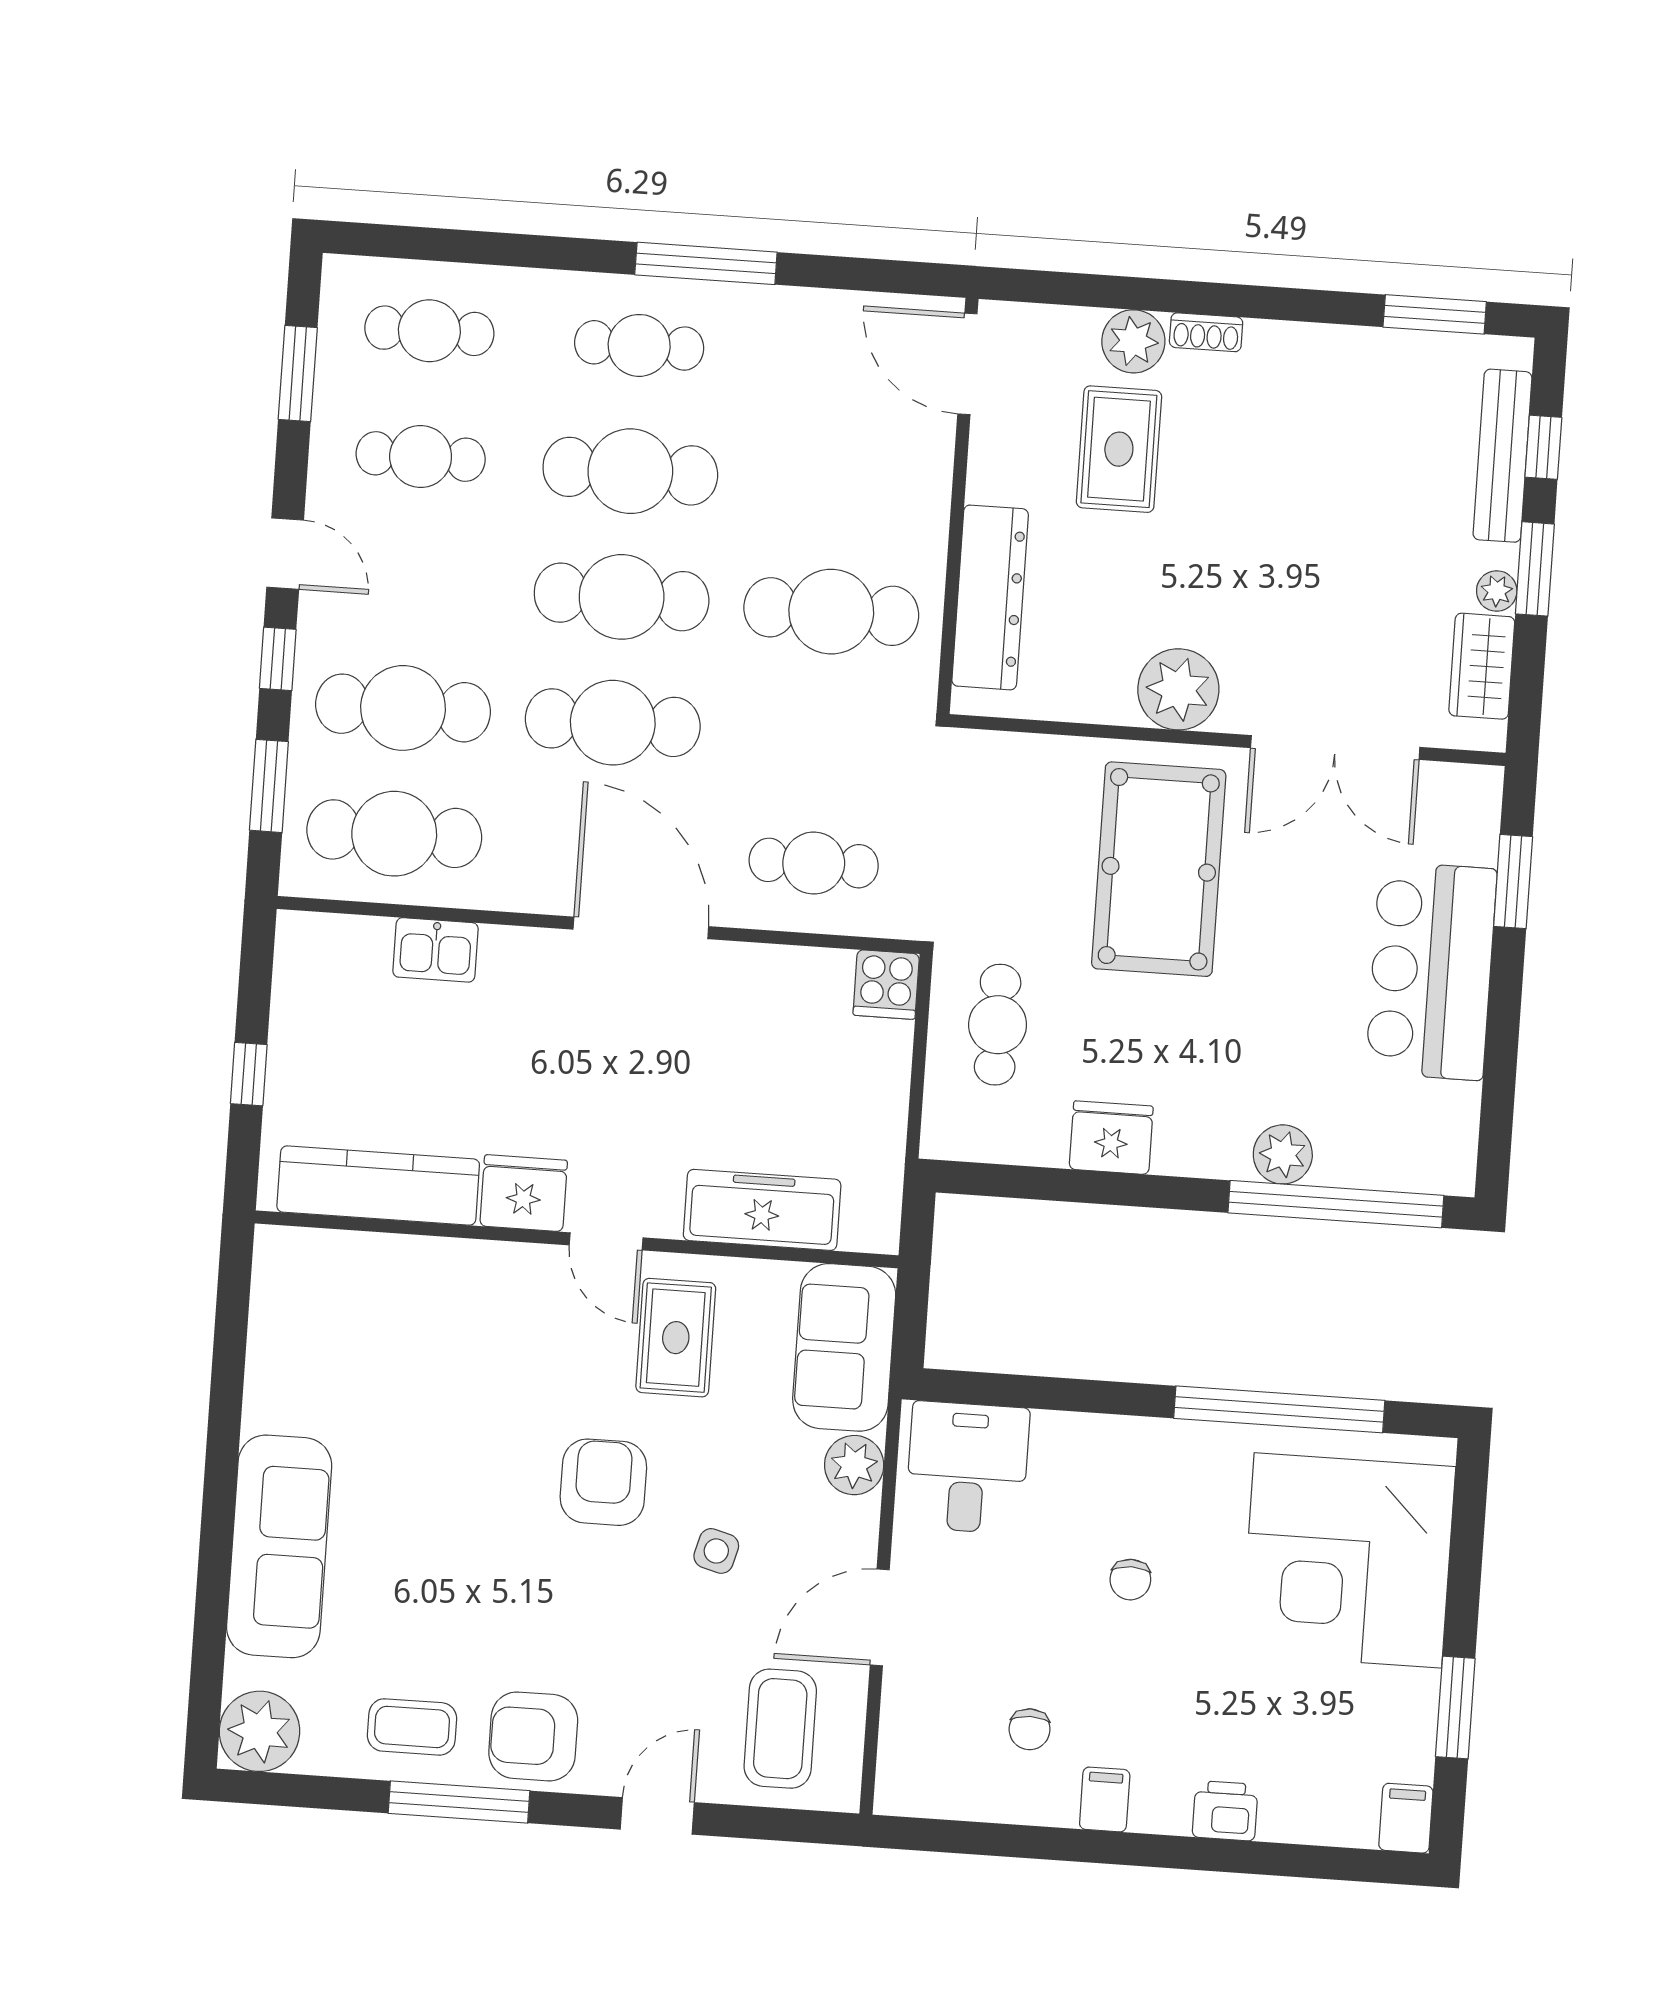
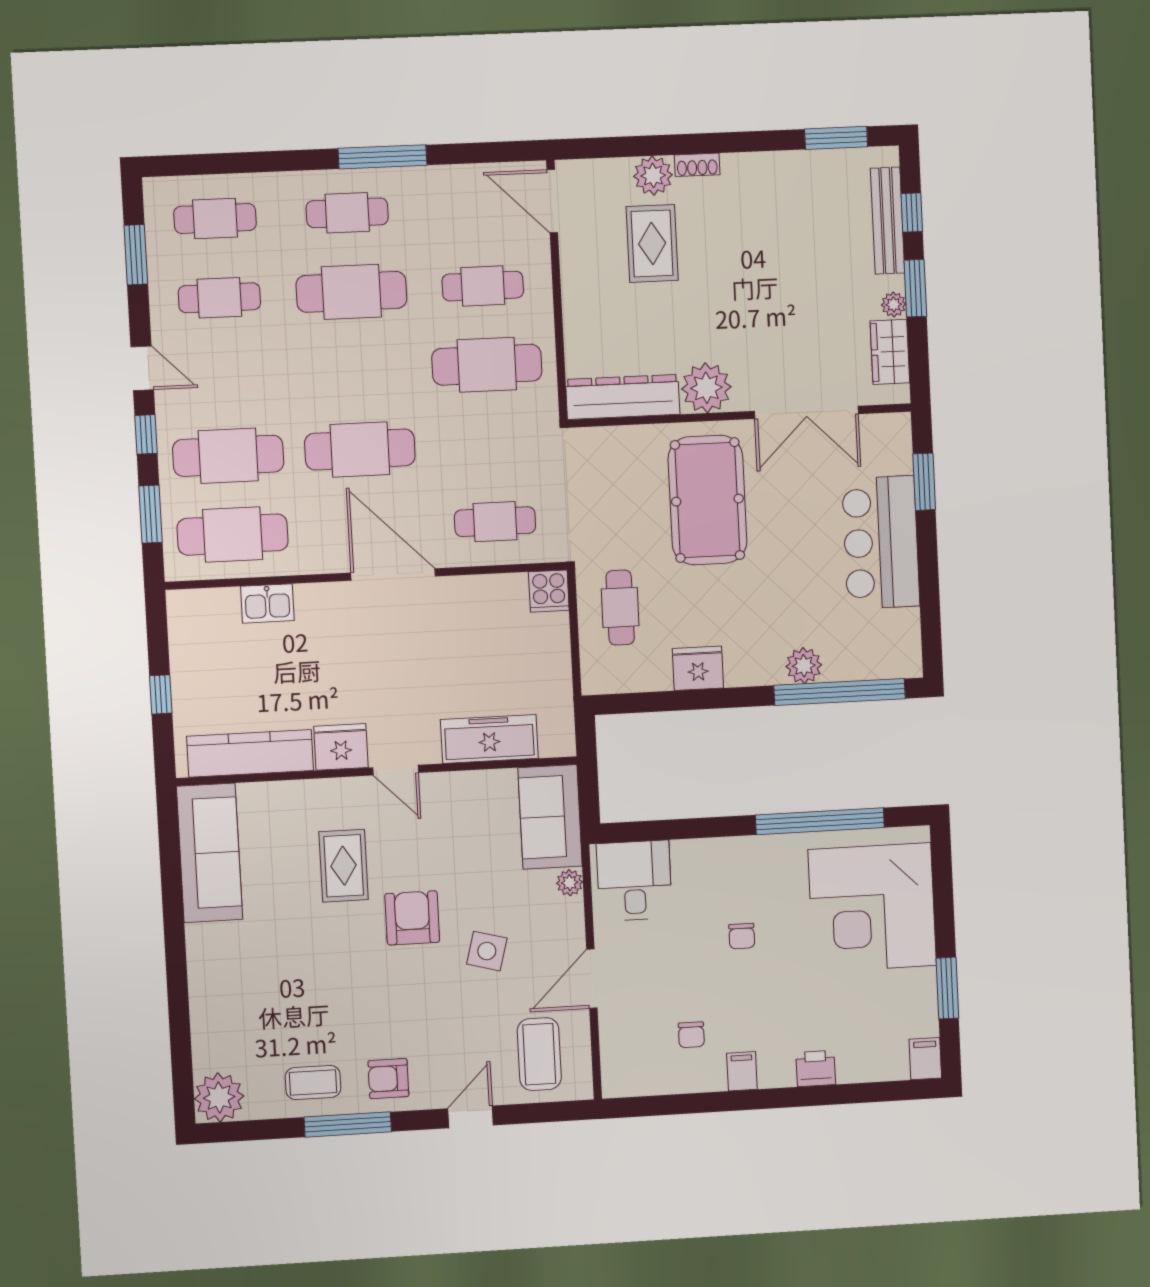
cafe table: (622, 597) -> (483, 286), moved, width x0.73, depth x0.74
dresser: (990, 597) -> (623, 397), moved, turned -90
rug: (676, 1338) -> (344, 866), moved
plant: (854, 1465) -> (570, 883), width x0.73, depth x0.73
sofa: (279, 1546) -> (209, 853), moved
side table: (716, 1551) -> (487, 951), width x1.37, depth x1.37
armchair: (533, 1736) -> (388, 1079), width x0.72, depth x0.72

